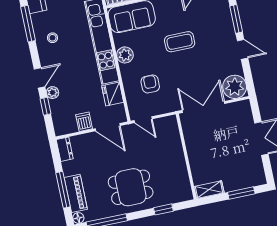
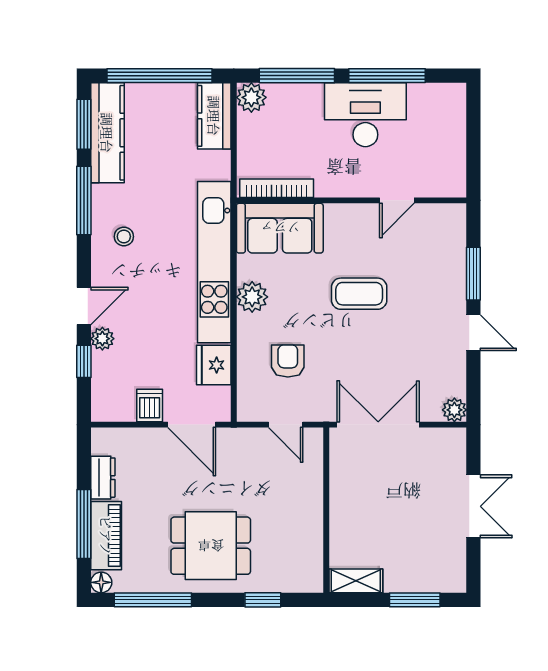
plant: (235, 87) -> (454, 410), width x0.53, depth x0.53
door: (143, 120) -> (286, 425), moved
dresser: (65, 149) -> (103, 478), moved

